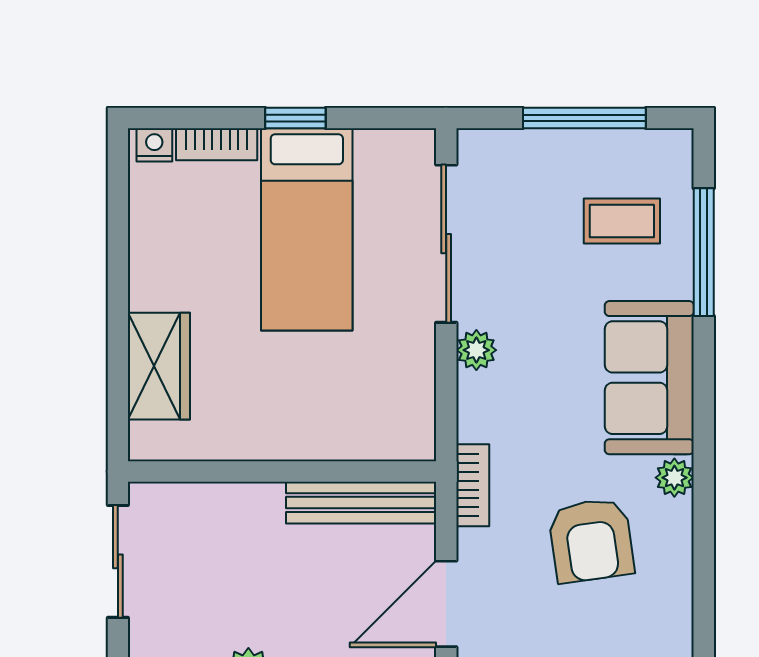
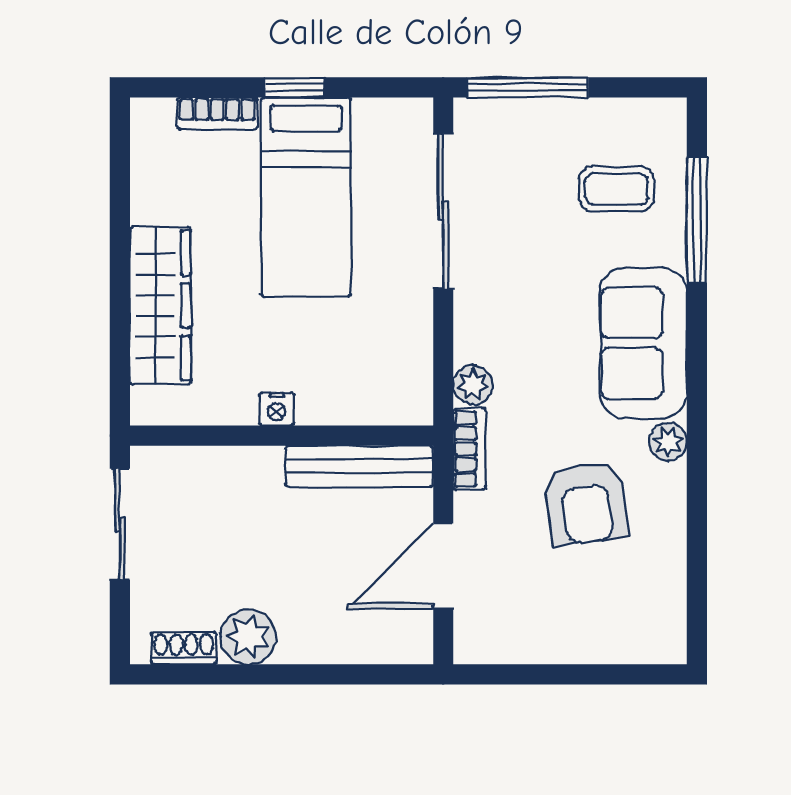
window: (584, 118) -> (528, 87), moved
nightstand: (154, 145) -> (277, 409), moved, turned 180
plant: (476, 350) -> (473, 385), moved
wardrobe: (159, 366) -> (160, 306), width x1.50

